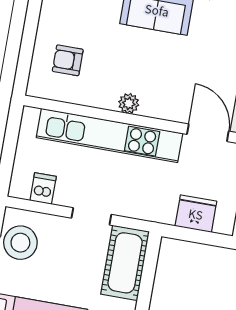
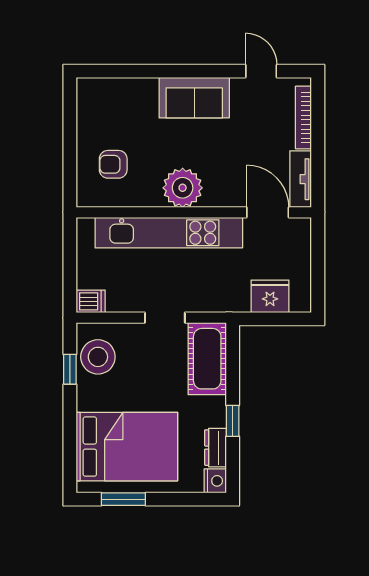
plant: (129, 103) -> (183, 188), width x1.88, depth x1.88
dishwasher: (43, 188) -> (91, 301), moved, turned 90

